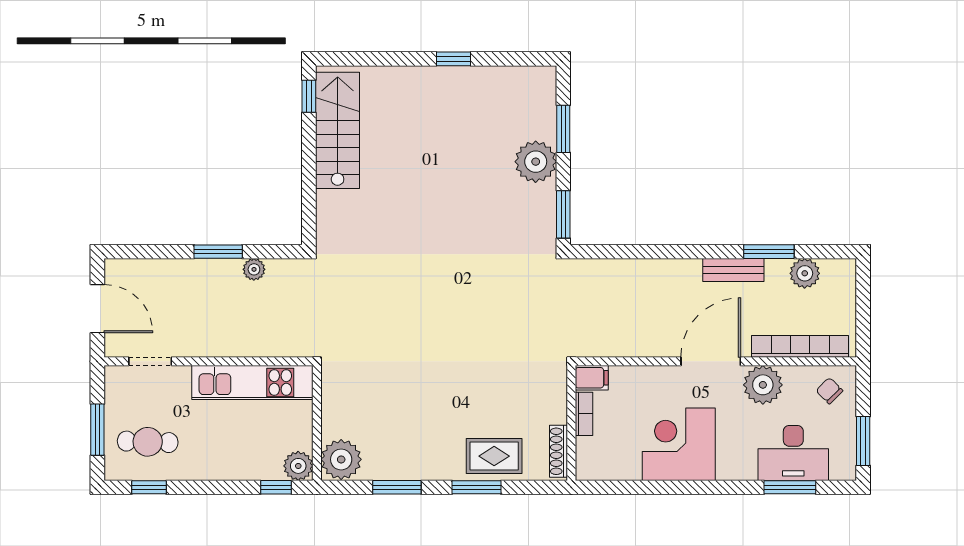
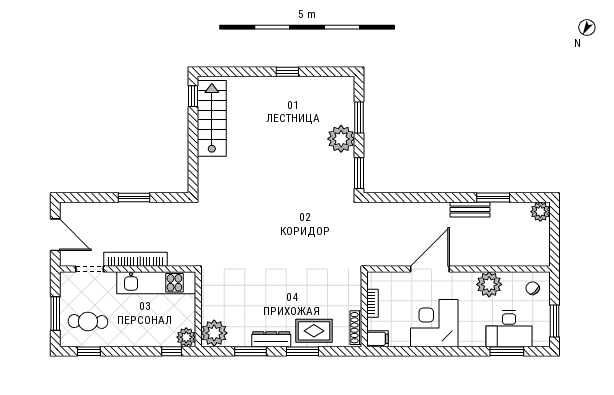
plant: (254, 269) -> (157, 209), removed
plant: (805, 273) -> (540, 212), moved
bookcase: (800, 346) -> (136, 259), moved
door: (711, 361) -> (430, 269), moved
filing cabinet: (592, 378) -> (378, 339), moved
dresser: (429, 469) -> (271, 339), added

